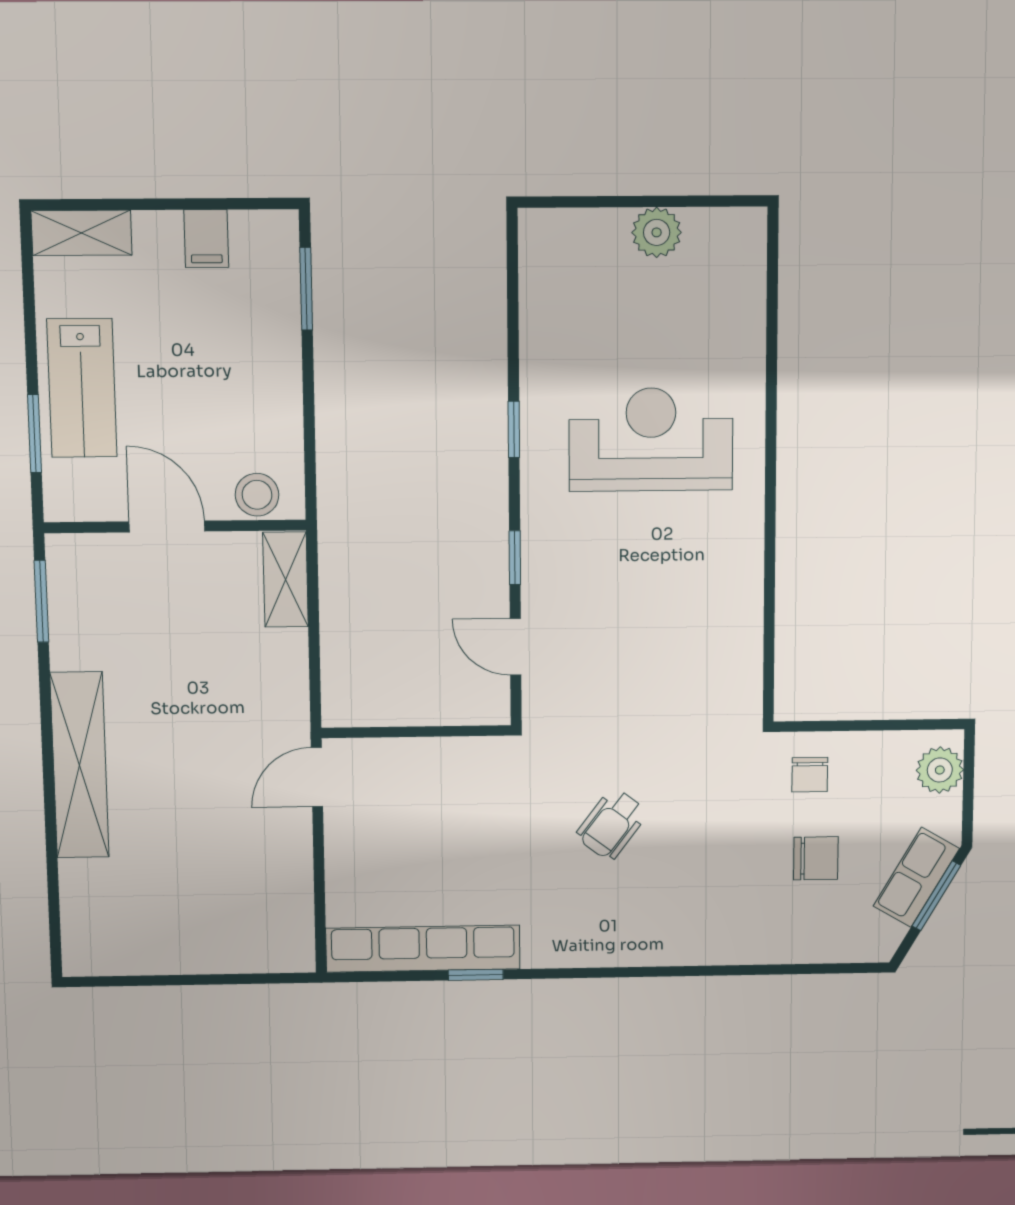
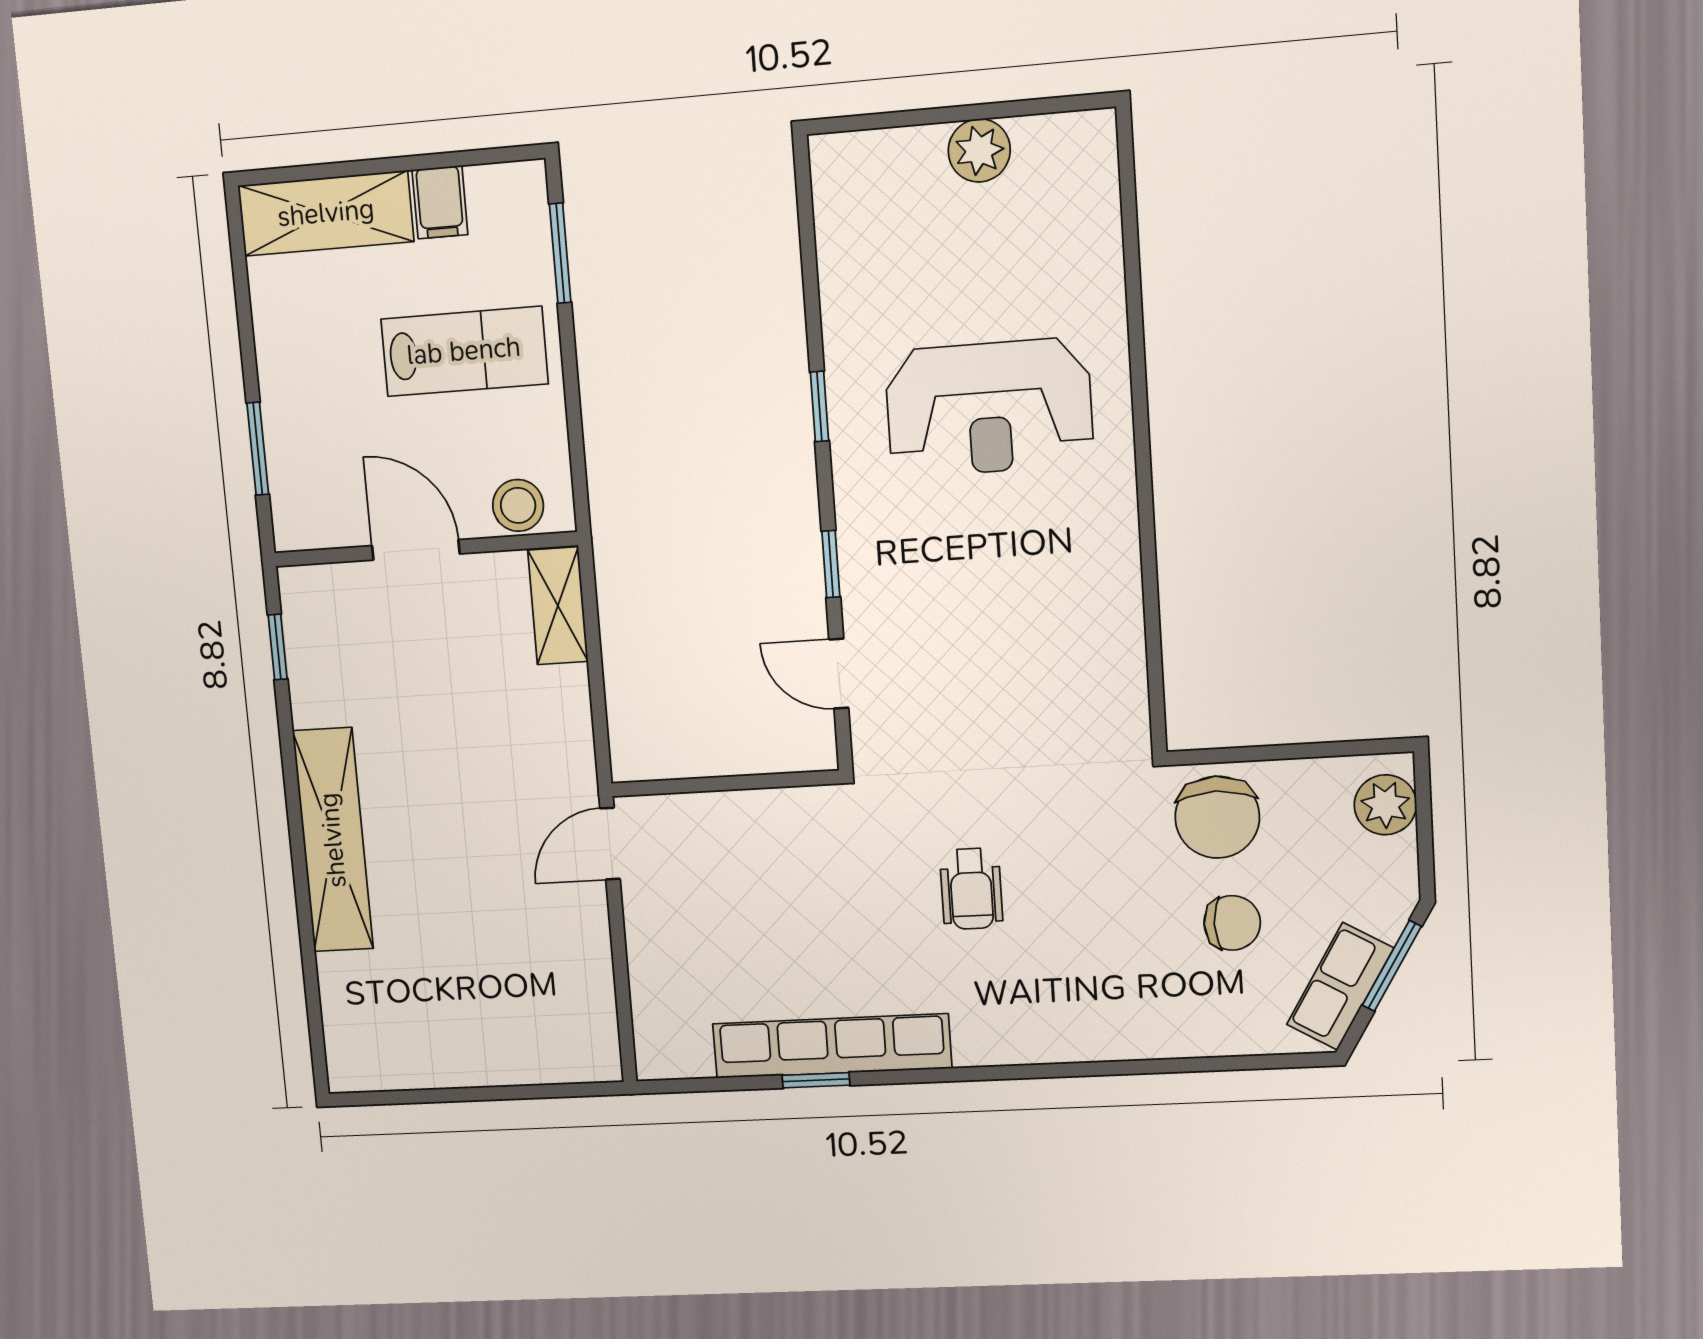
shelving: (82, 233) -> (326, 213), width x1.50, depth x1.33
lab bench: (82, 388) -> (464, 351), moved, turned -90
reception desk: (651, 439) -> (989, 408), turned 180
window: (41, 601) -> (278, 647), width x0.67
chair: (810, 775) -> (1217, 817), width x1.87, depth x1.87
wheelchair: (612, 824) -> (971, 889), turned -37
row of seats: (916, 877) -> (1340, 986), moved
row of seats: (423, 949) -> (832, 1046), moved

